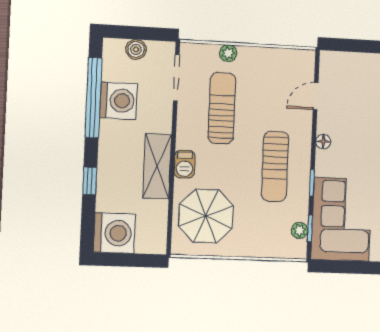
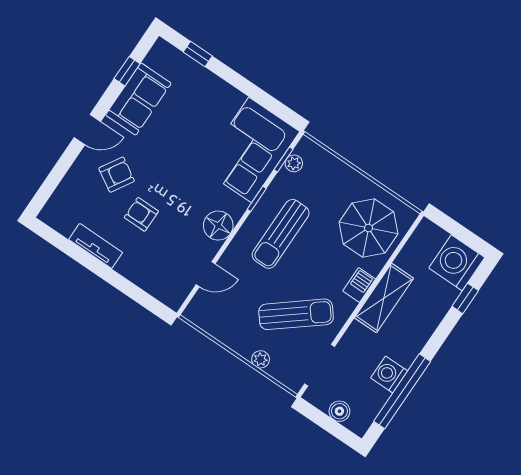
washing machine: (118, 101) -> (389, 374), width x0.73, depth x0.73
sun lounger: (222, 108) -> (296, 314), turned -129
floor lamp: (323, 142) -> (218, 226), width x1.89, depth x1.89
sun lounger: (275, 166) -> (281, 234), turned 180
window: (90, 181) -> (465, 298), moved

